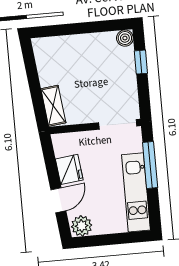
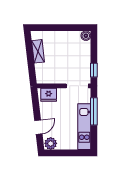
window: (141, 62) -> (94, 70), moved
shelving: (53, 106) -> (38, 51), moved
fridge: (69, 169) -> (49, 95), moved, turned 97

